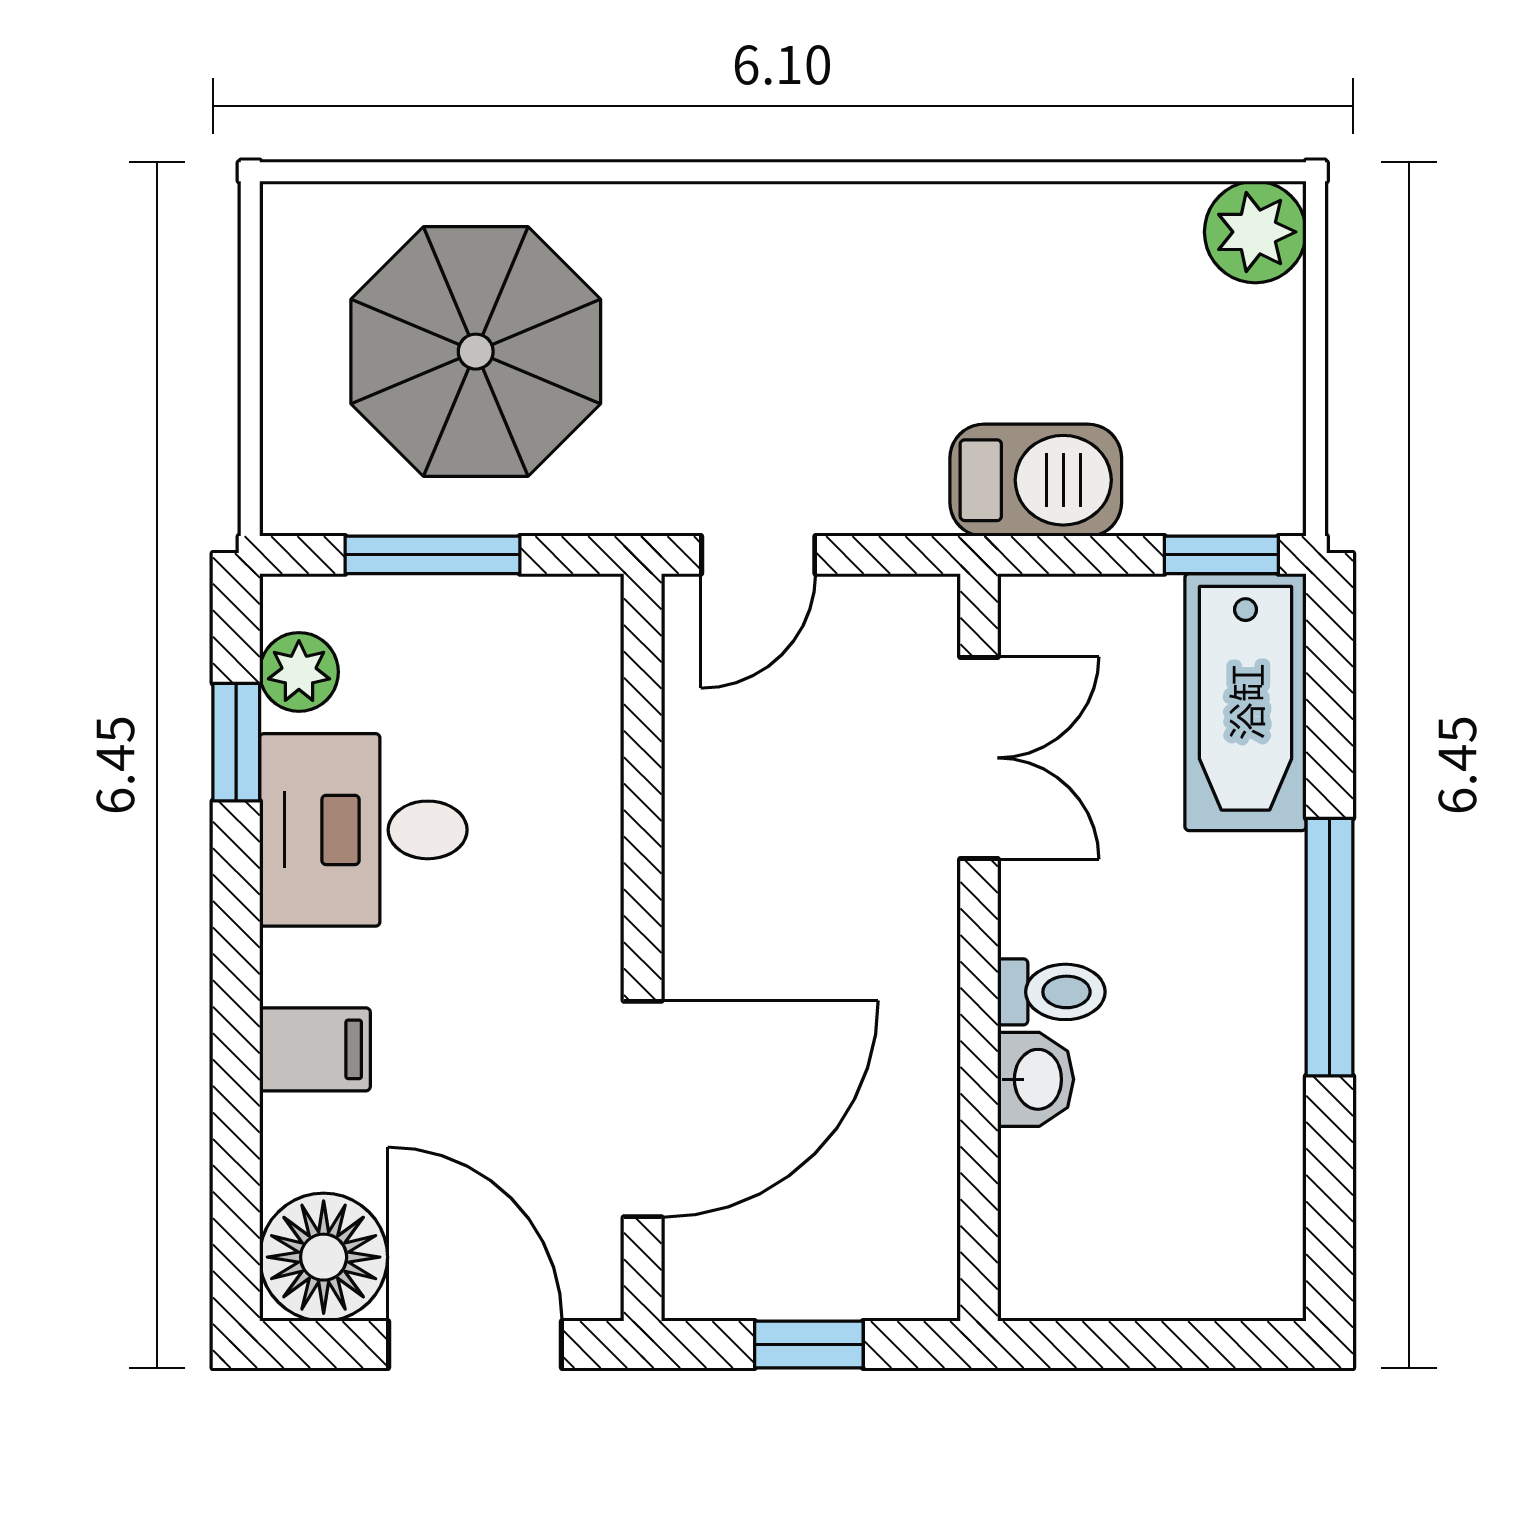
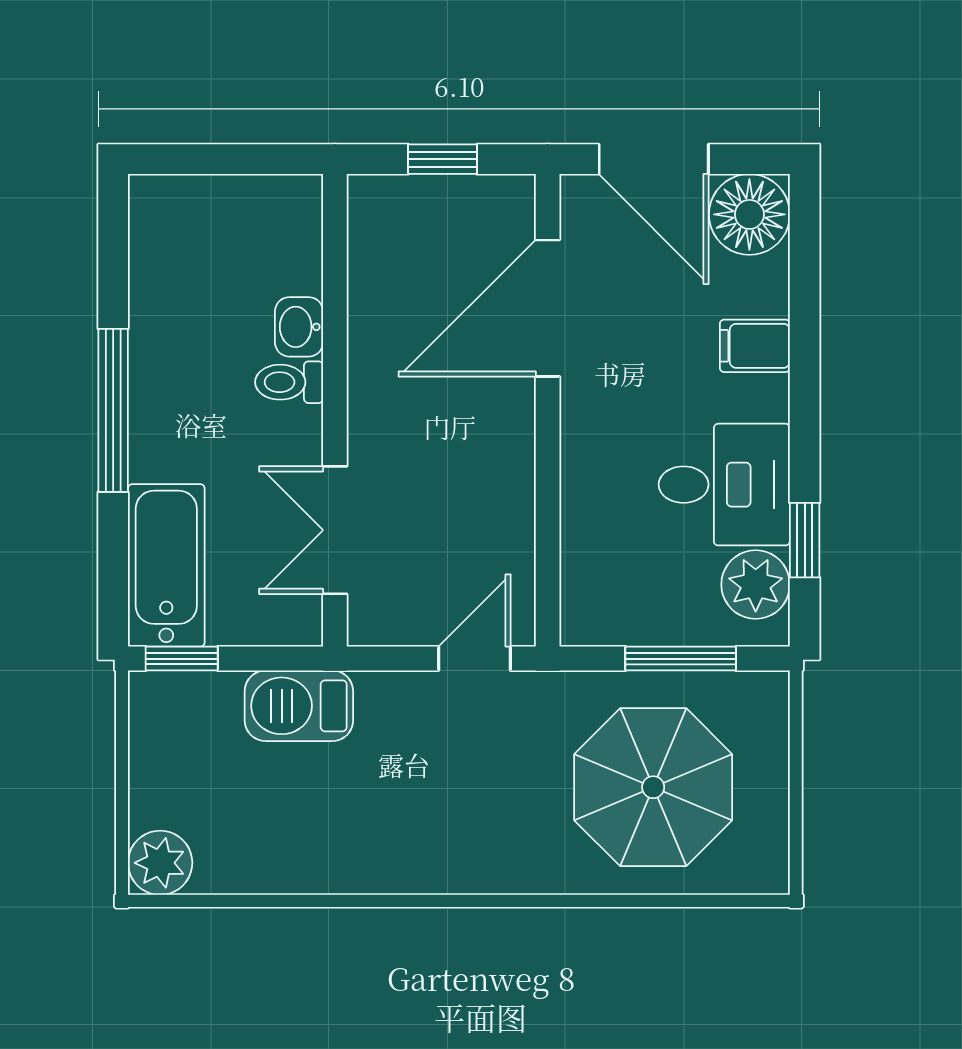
plant: (299, 672) -> (756, 585), width x1.38, depth x1.38

